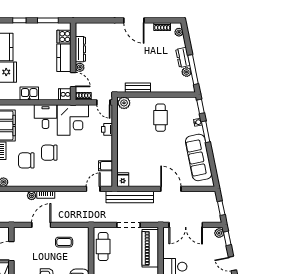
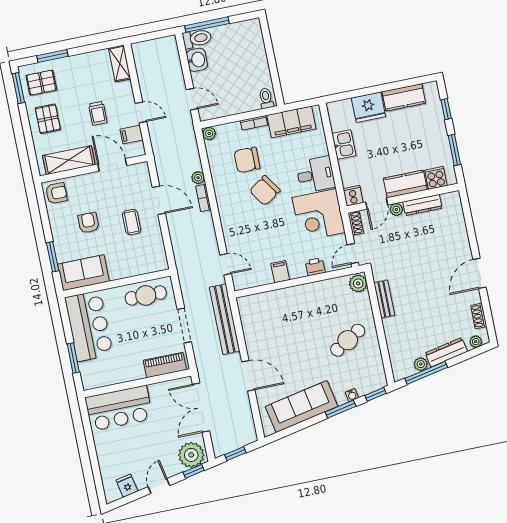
dresser: (183, 57) -> (446, 352), width x1.44
cafe table: (161, 118) -> (348, 340), turned -31
chair: (49, 153) -> (265, 191), turned -124
chair: (26, 160) -> (247, 160), turned -90
filing cabinet: (106, 166) -> (280, 272), moved
fridge: (123, 180) -> (247, 304), removed
door: (171, 189) -> (248, 376), hinge flipped
plant: (219, 233) -> (191, 455), width x1.87, depth x1.87
coffee table: (64, 242) -> (132, 222), moved
piano: (150, 248) -> (165, 365), width x0.73, depth x0.75

